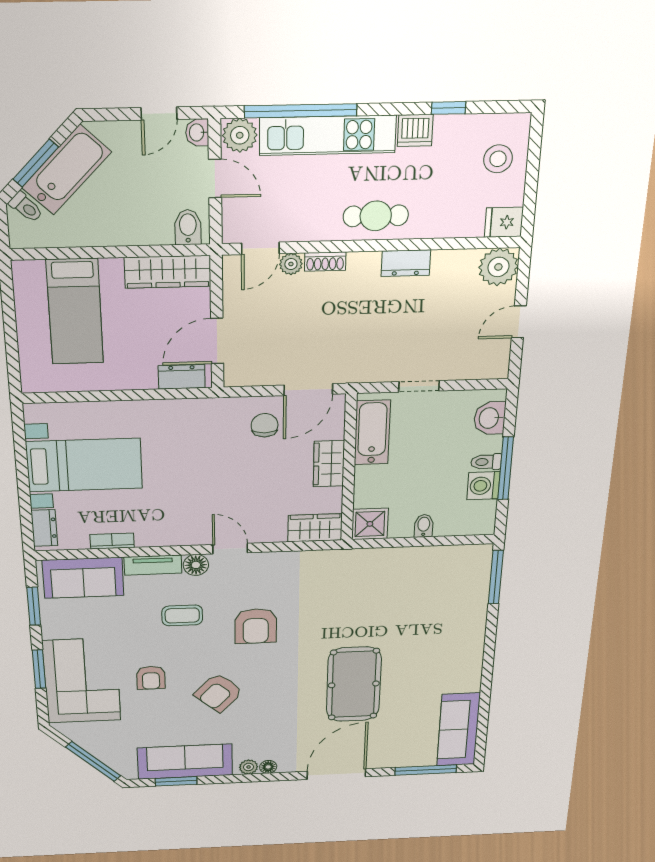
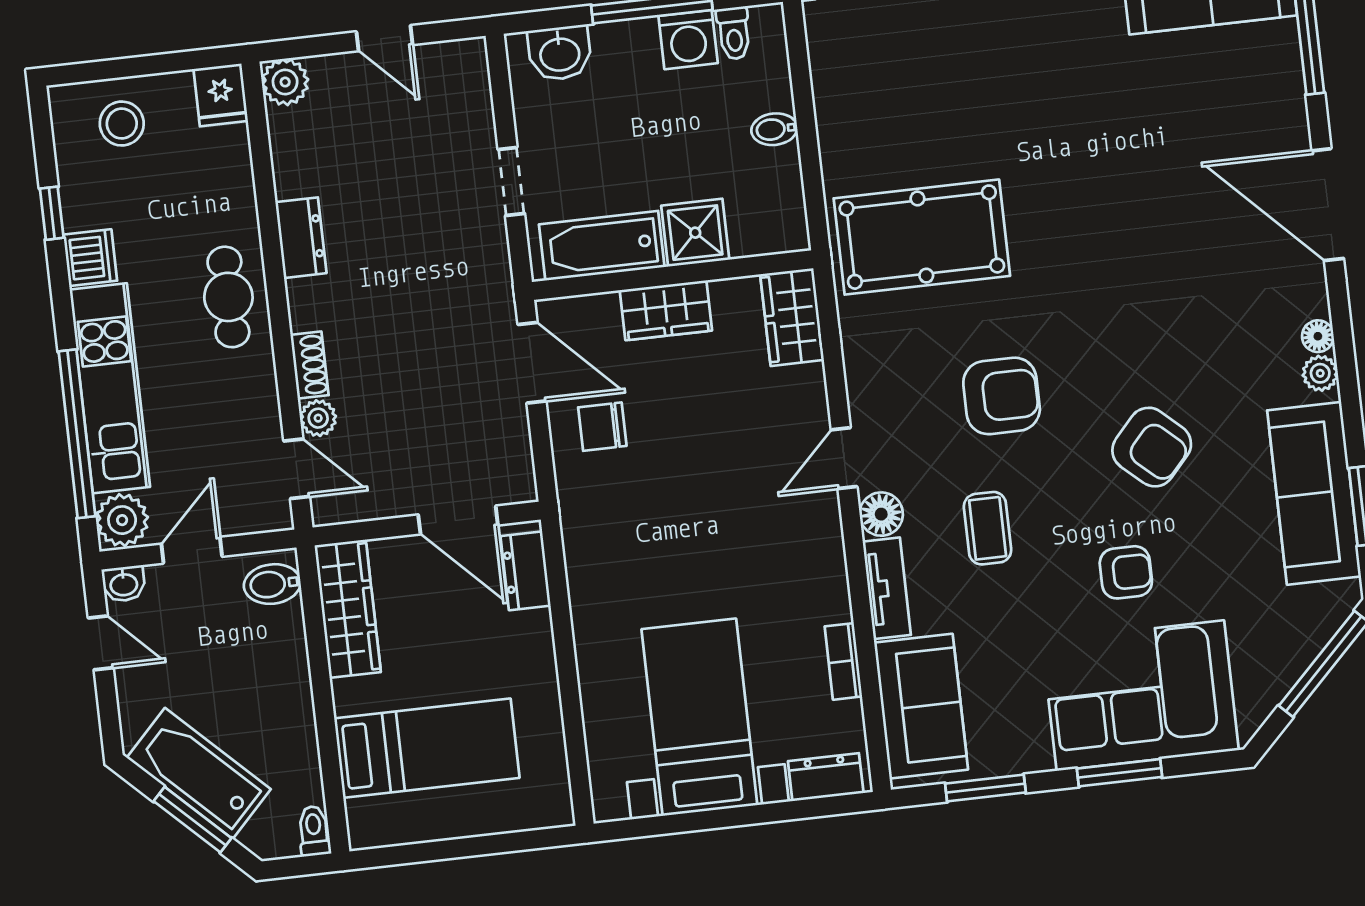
toilet: (26, 207) -> (314, 831), moved, turned -44
plant: (498, 267) -> (285, 82), width x0.73, depth x0.73
toilet: (486, 462) -> (734, 33), moved
shower: (370, 524) -> (695, 233), moved
pool table: (354, 684) -> (922, 237), moved

